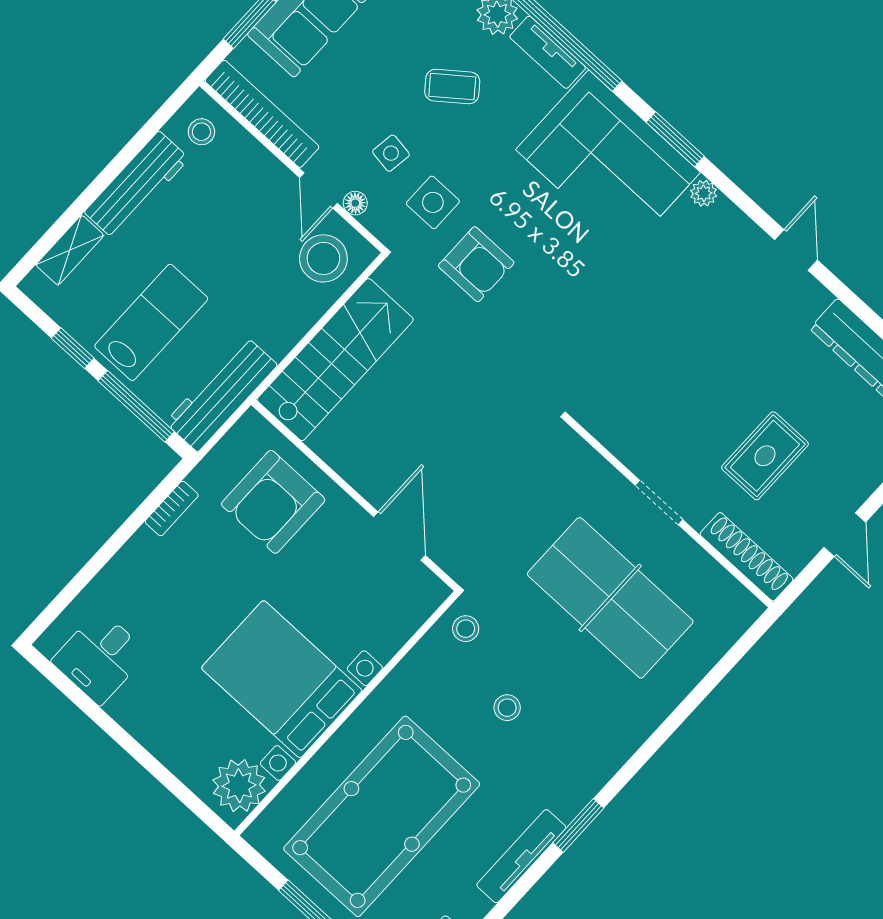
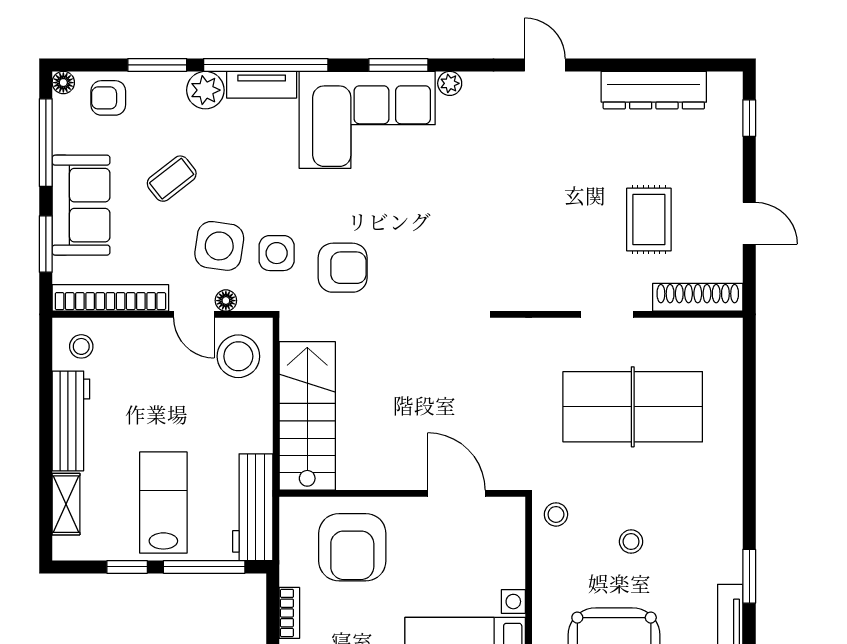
coffee table: (452, 87) -> (172, 179), moved
side table: (391, 153) -> (219, 246), width x1.87, depth x1.87

